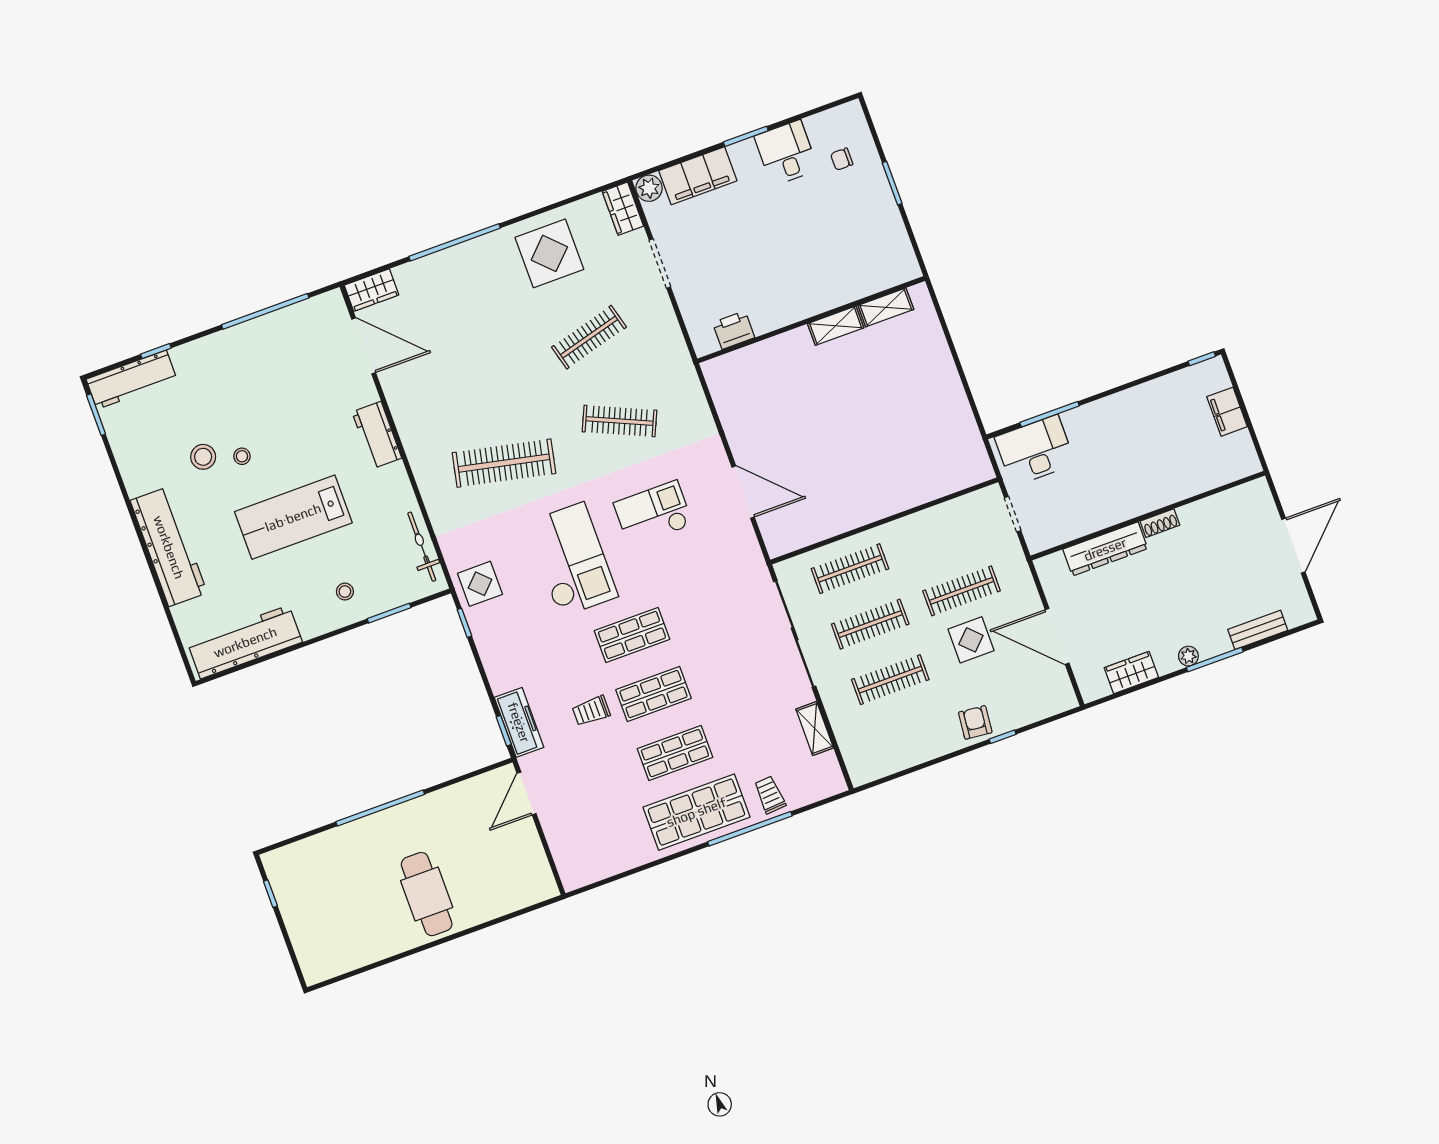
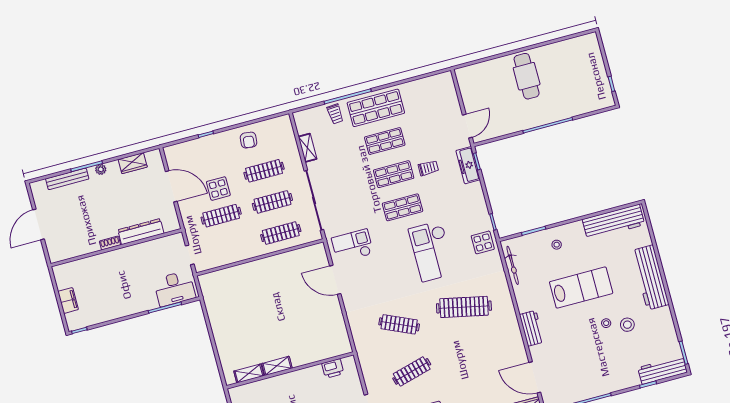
checkout: (653, 514) -> (352, 246), moved, turned 180
bench: (1258, 630) -> (67, 179), width x1.36
armchair: (975, 722) -> (249, 140), moved

